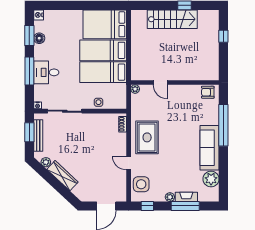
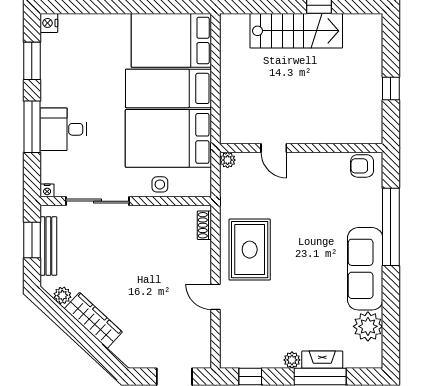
window: (223, 36) -> (391, 88), moved
floor lamp: (39, 38) -> (50, 66), removed
bed: (103, 72) -> (168, 138), width x1.50
side table: (141, 184) -> (239, 336), removed

